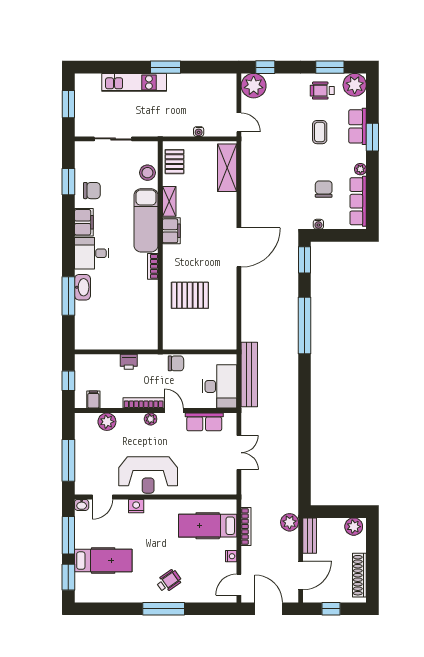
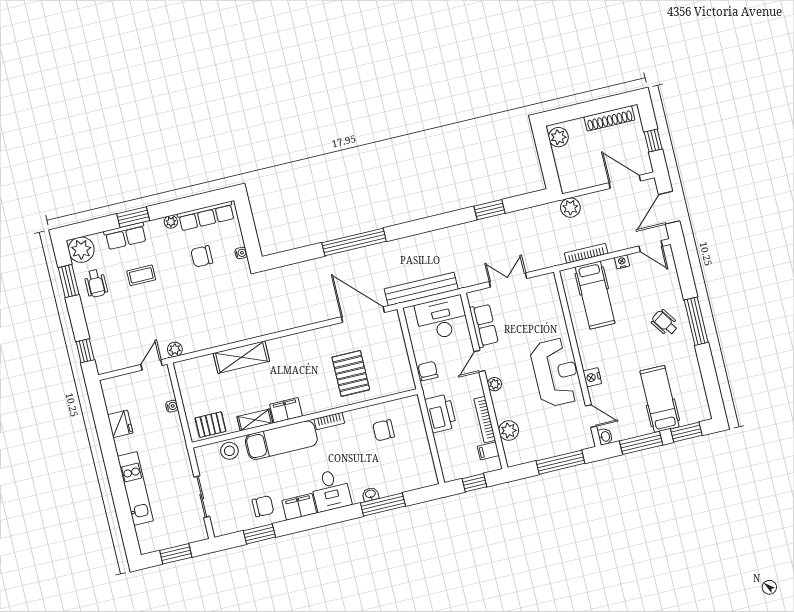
window: (166, 67) -> (111, 458), removed
fridge: (194, 83) -> (120, 424), added
plant: (254, 86) -> (175, 349), moved, width x0.53, depth x0.53
shelving: (227, 168) -> (241, 357), moved
chair: (92, 191) -> (263, 506), turned 90
door: (239, 247) -> (363, 315), moved
window: (304, 260) -> (490, 210), moved
washbasin: (82, 287) -> (370, 494), width x0.52, depth x0.69
chair: (133, 312) -> (384, 430), added
printer: (129, 362) -> (440, 413), width x1.87, depth x1.48
bookcase: (144, 403) -> (485, 420), moved
bench: (310, 536) -> (580, 182), removed

